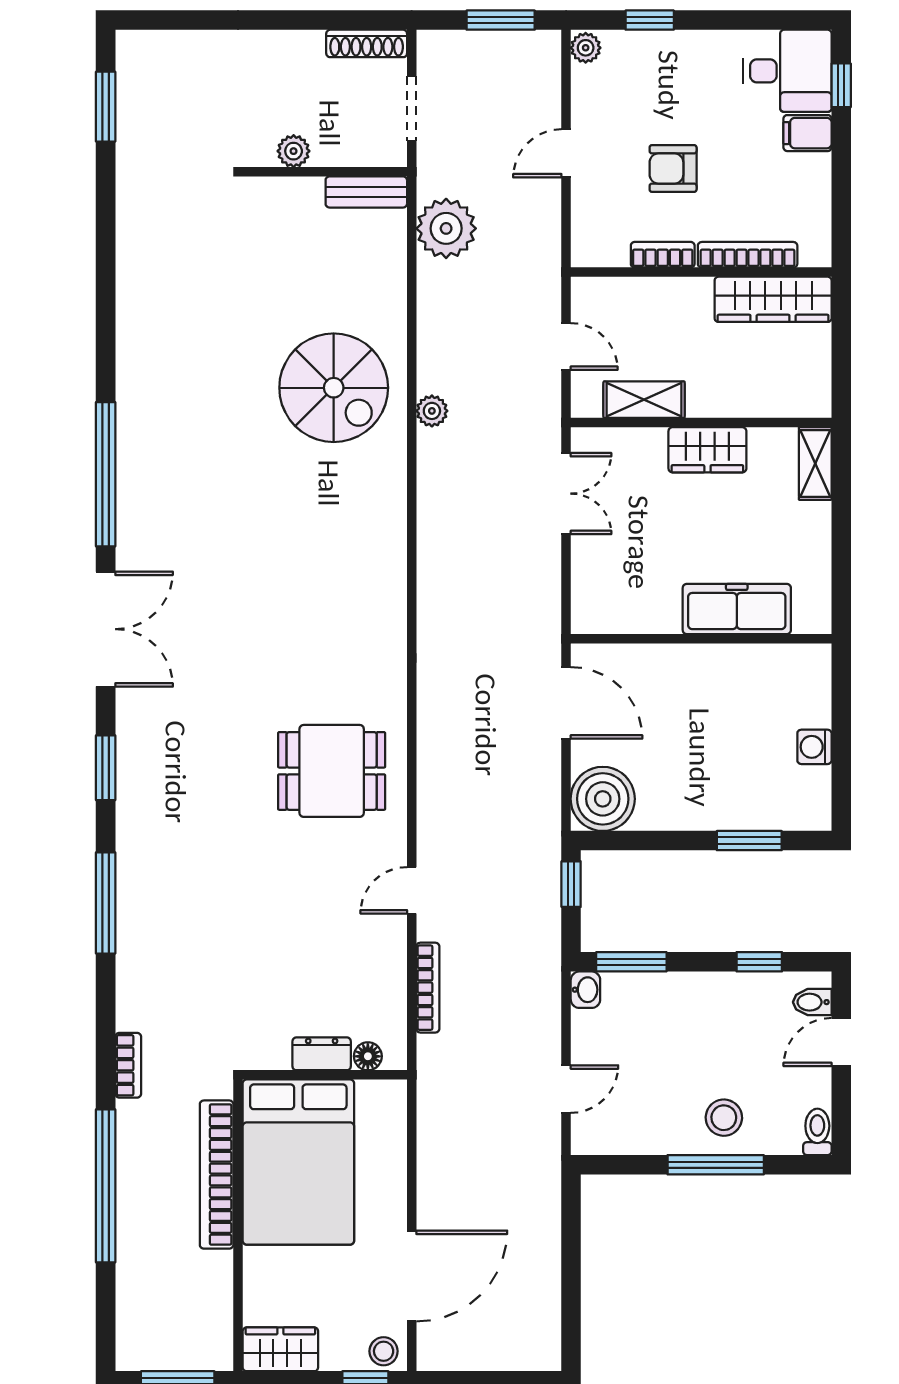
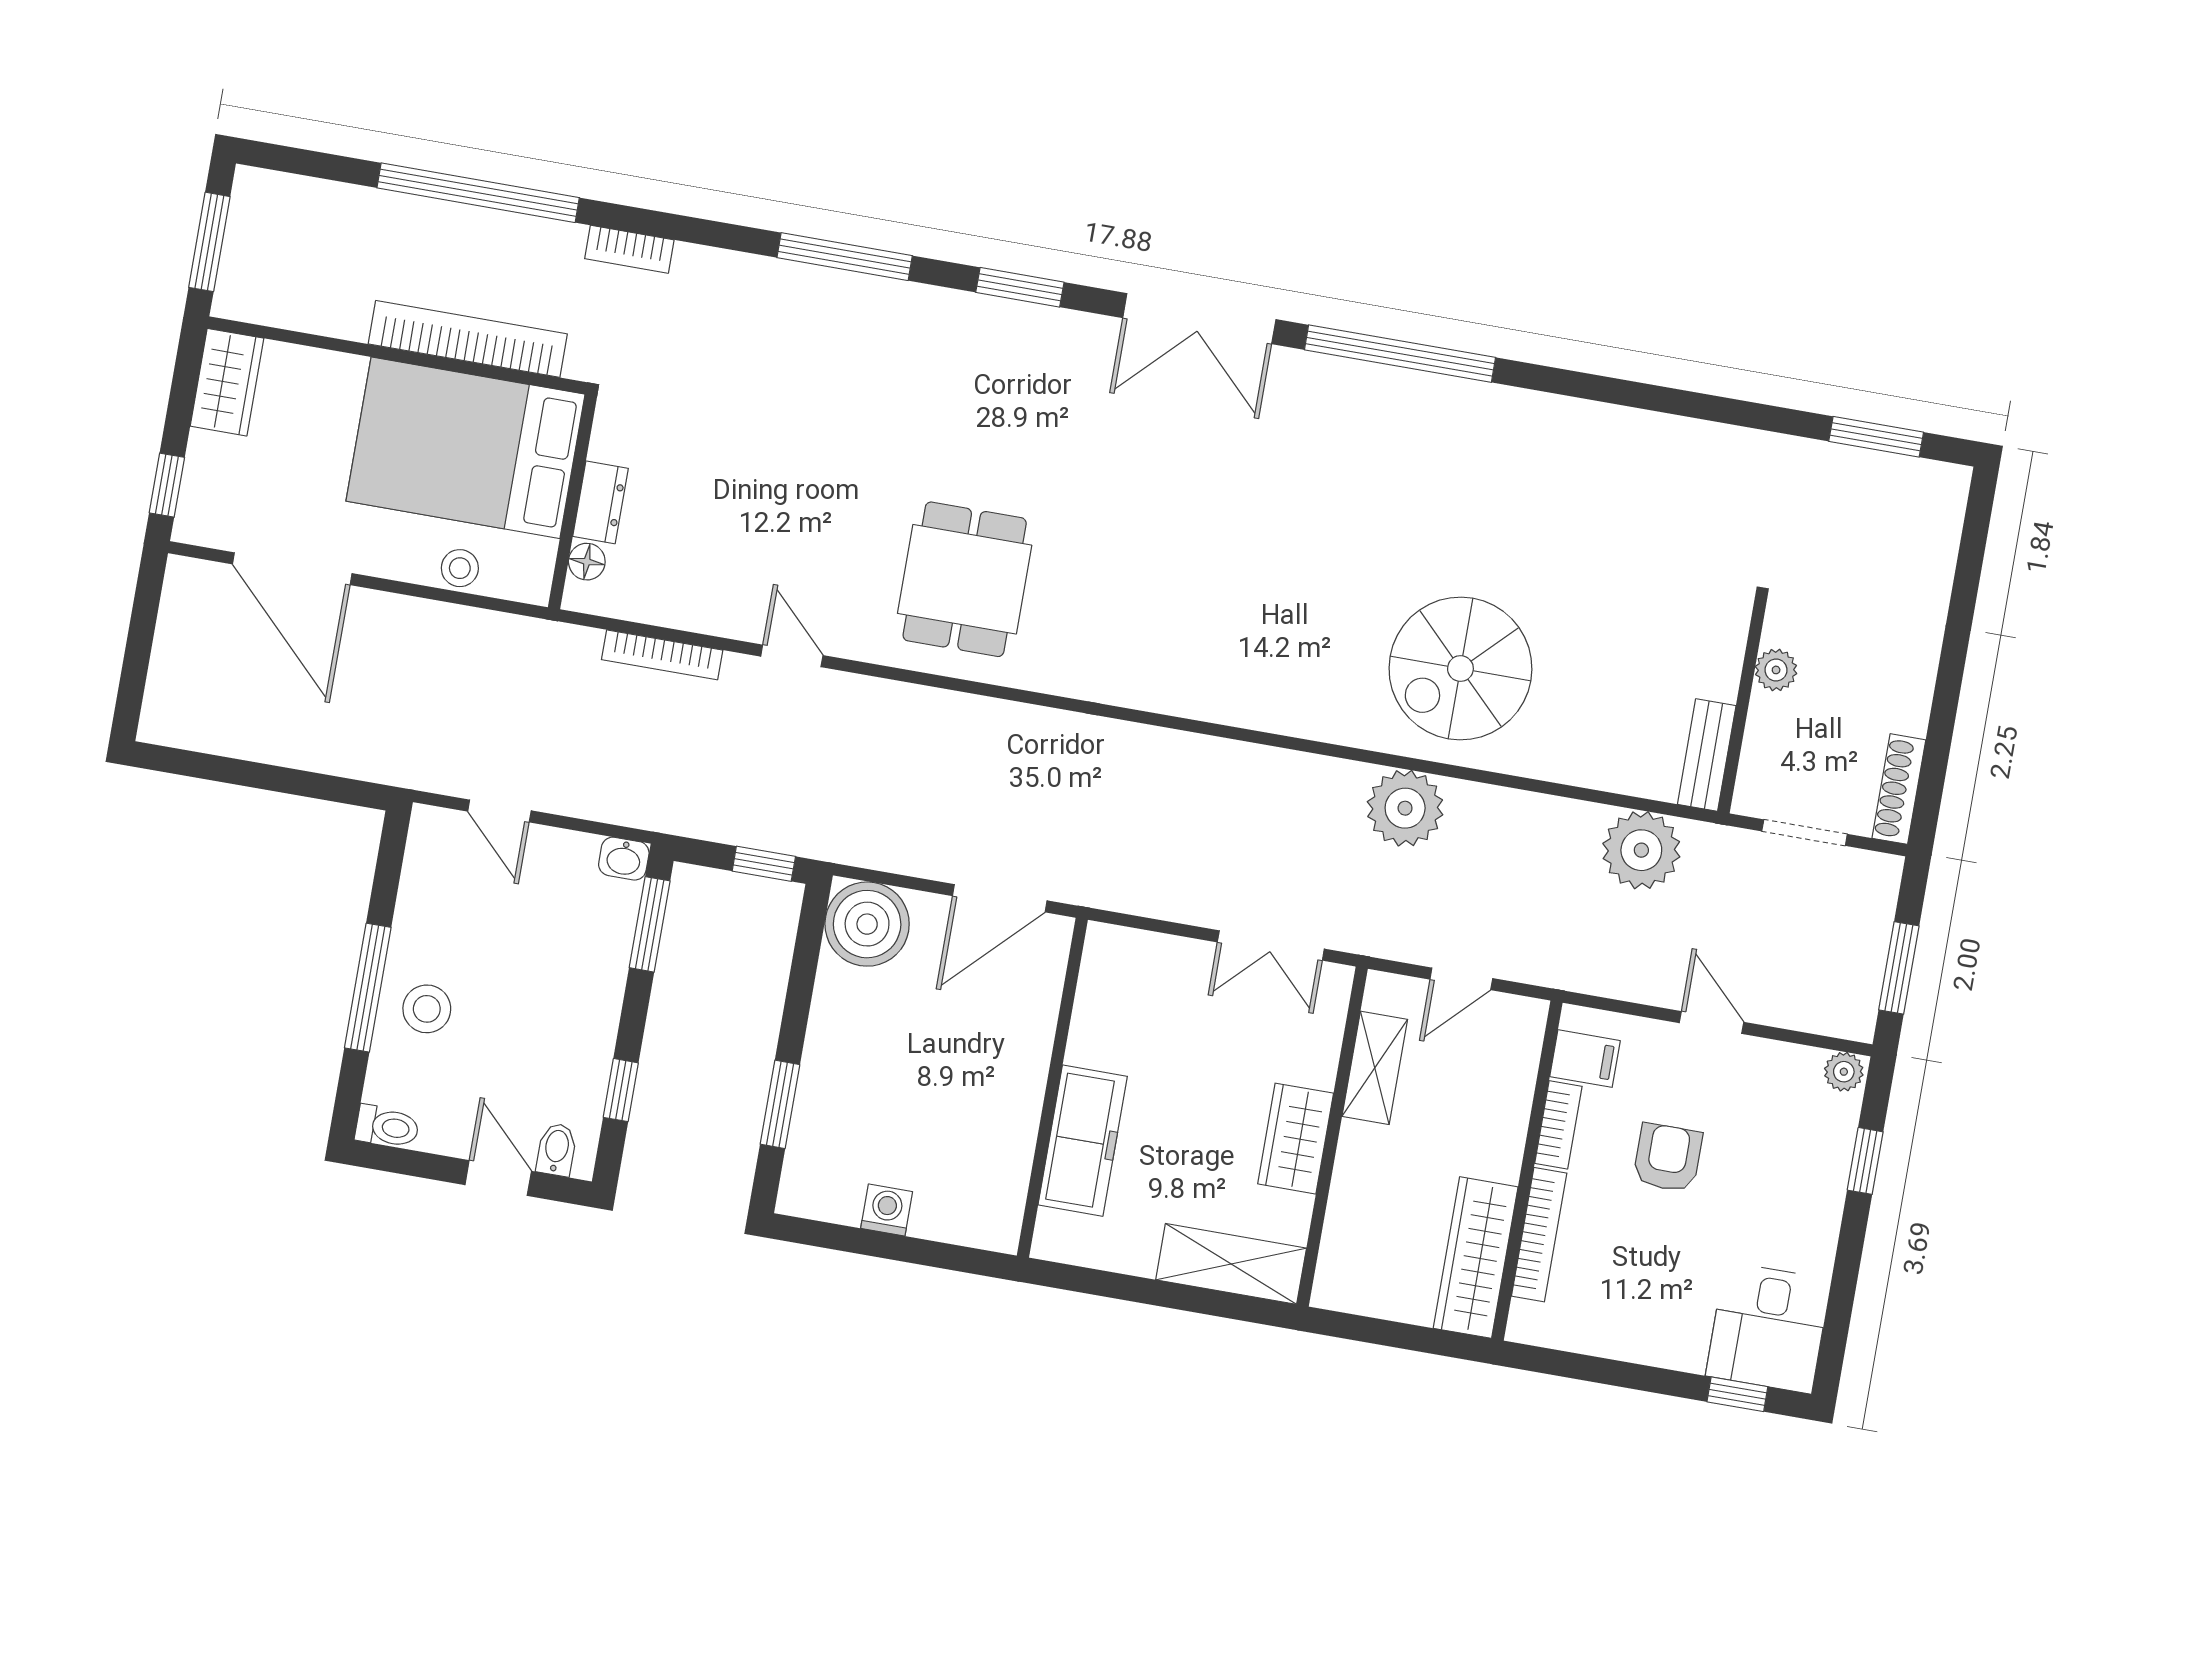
filing cabinet: (807, 133) -> (1585, 1059), moved, turned 90
plant: (432, 411) -> (1405, 808), width x1.88, depth x1.88
shelving: (815, 464) -> (1231, 1264), width x1.50, depth x1.33
stool: (384, 1351) -> (460, 568), moved

